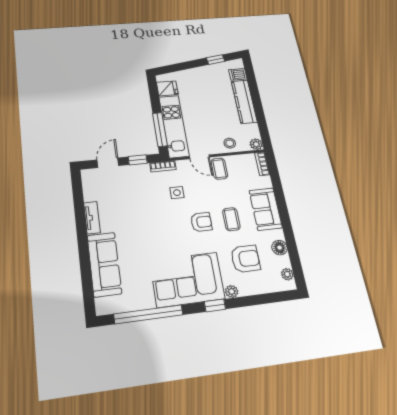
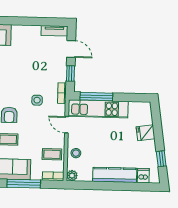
fridge: (167, 88) -> (146, 133), moved, turned 82
door: (199, 157) -> (67, 125), hinge flipped
coffee table: (219, 169) -> (52, 154), moved
window: (279, 194) -> (24, 184), added
tv unit: (92, 218) -> (54, 31), moved

